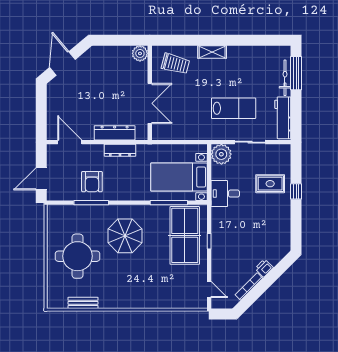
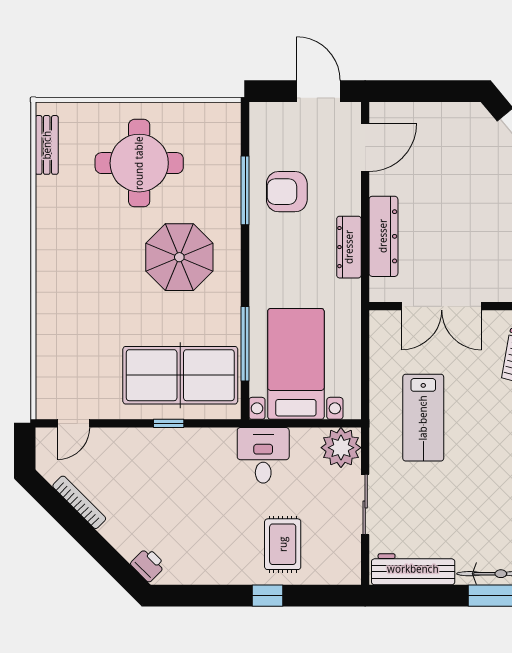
lab bench: (234, 108) -> (423, 418), moved
door: (41, 179) -> (318, 91), moved
printer: (264, 268) -> (148, 565), moved
bench: (83, 303) -> (47, 145), moved

